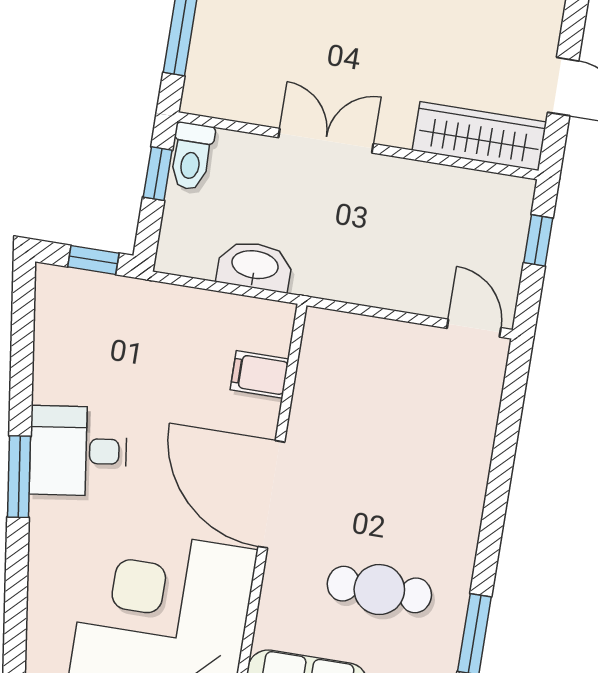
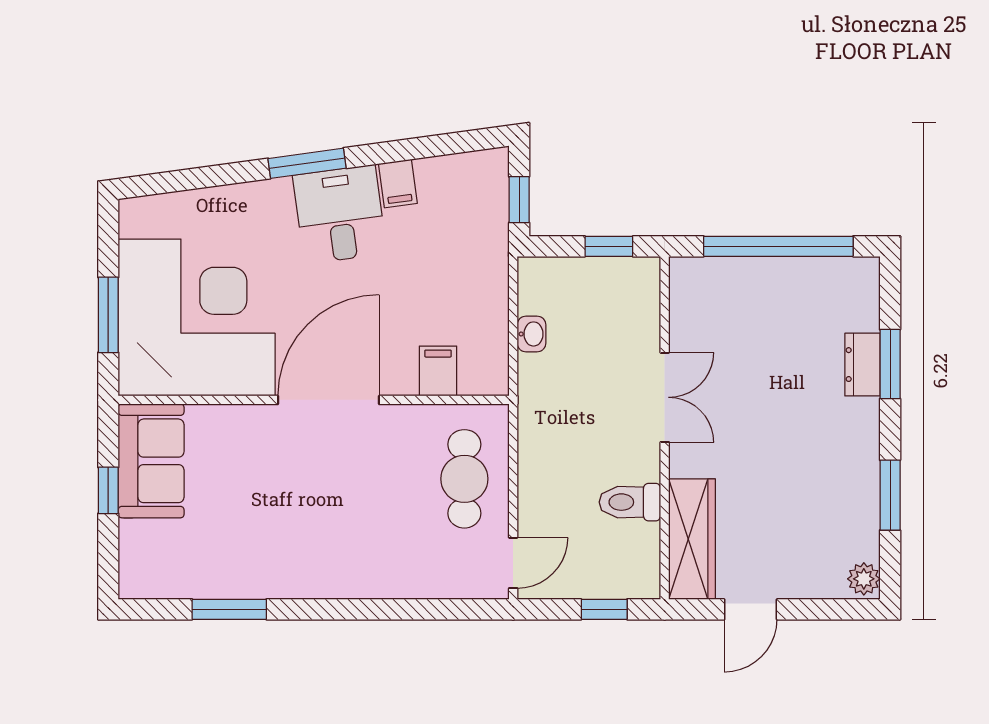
toilet: (191, 156) -> (630, 502), moved
washbasin: (255, 266) -> (531, 334), width x0.52, depth x0.69
filing cabinet: (56, 385) -> (398, 183), added
cafe table: (379, 590) -> (464, 479), moved

